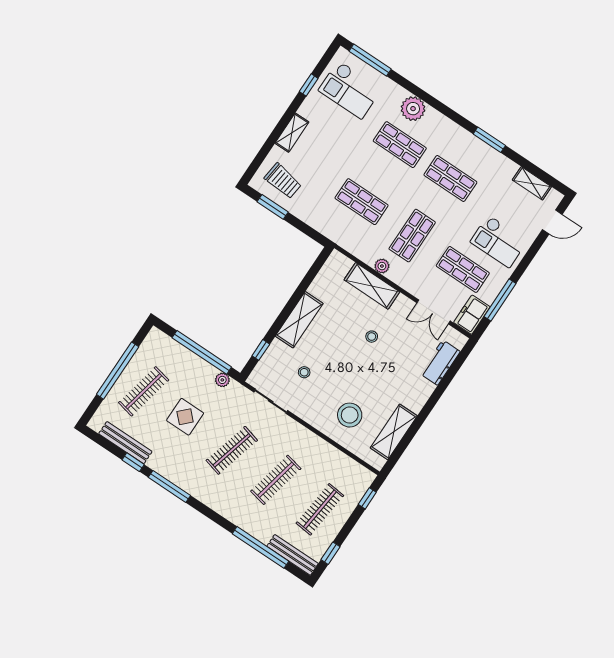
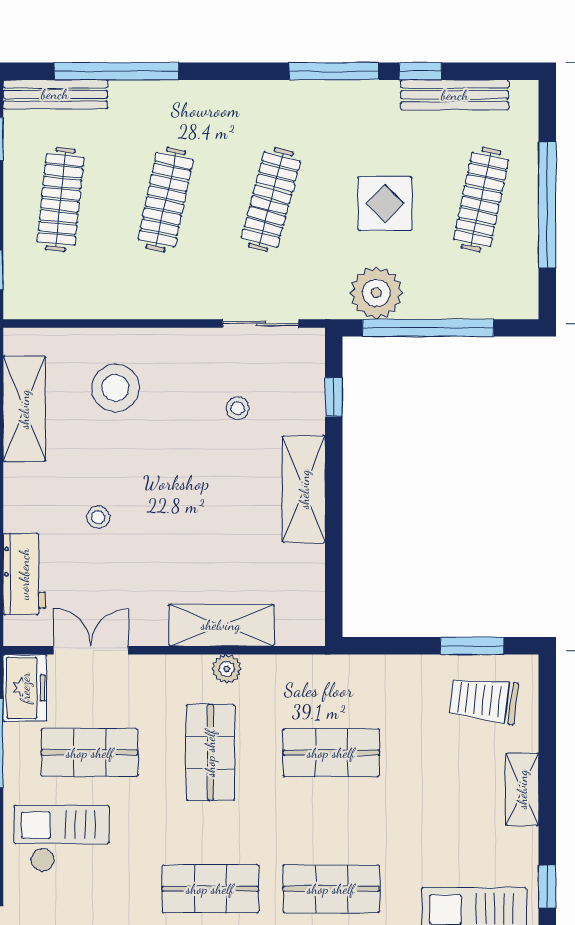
stool: (372, 337) -> (98, 517), moved
plant: (222, 380) -> (376, 293), width x1.88, depth x1.88

